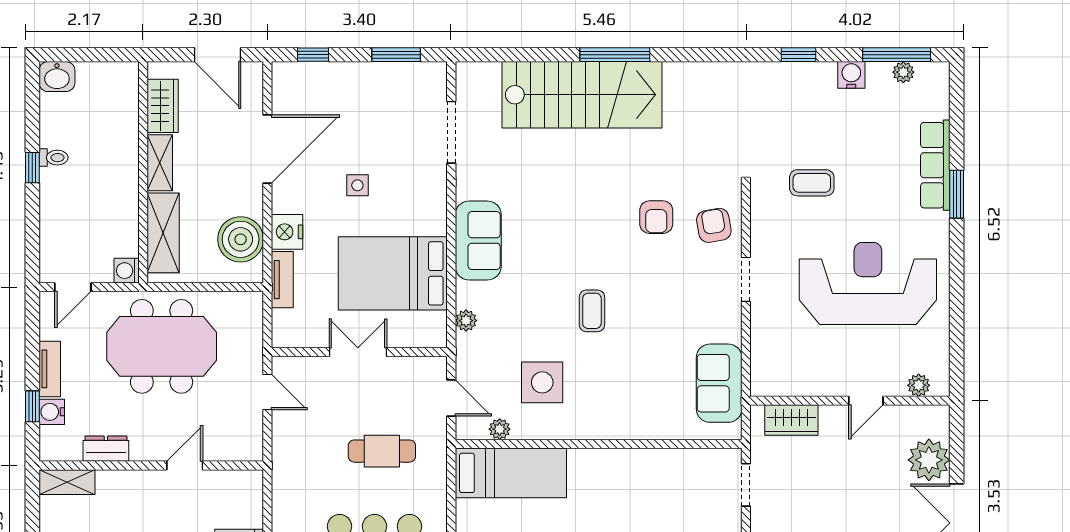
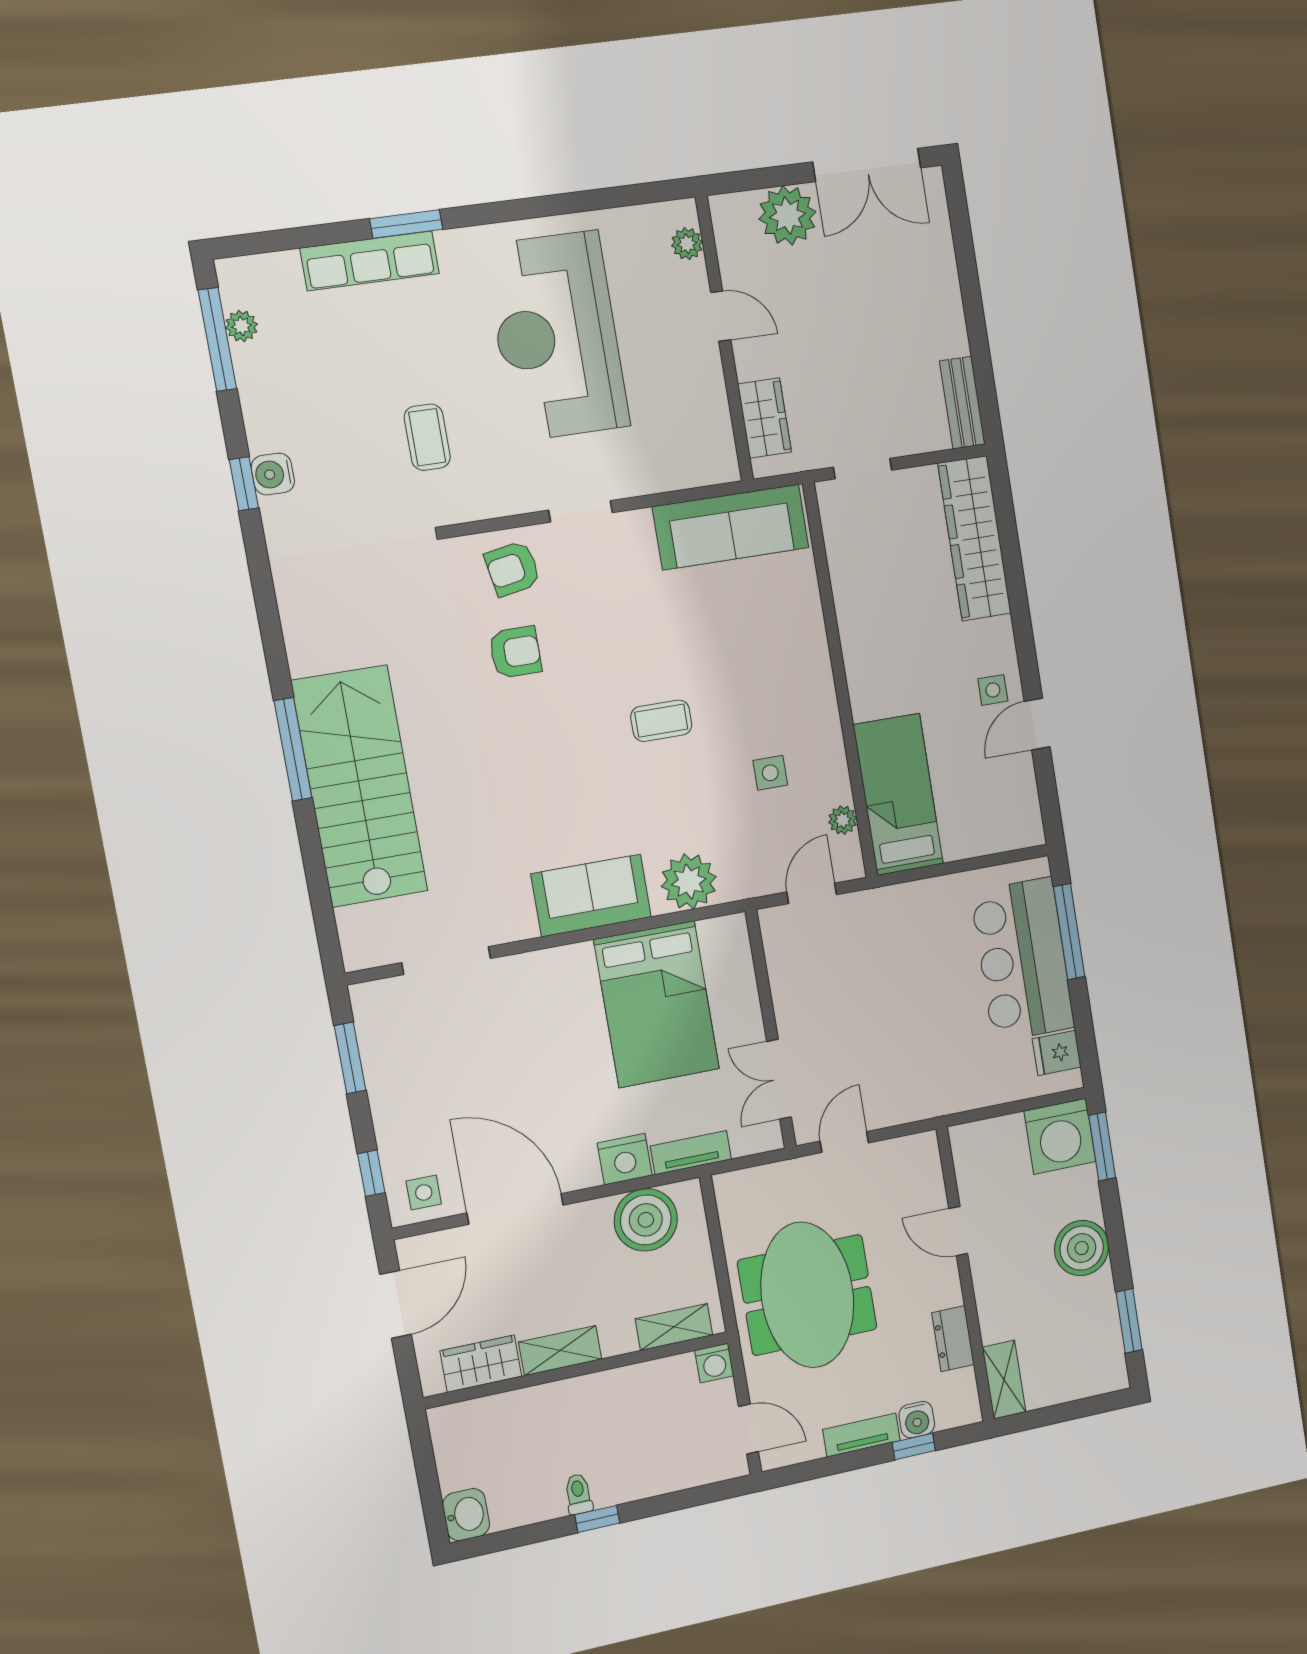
water cooler: (851, 75) -> (273, 474), moved
side table: (357, 185) -> (424, 1193), moved
shelving: (163, 233) -> (674, 1327), width x0.67, depth x0.75
plant: (466, 321) -> (689, 882), width x1.88, depth x1.88
double door: (358, 352) -> (779, 1079), moved
side table: (542, 382) -> (770, 773), width x0.54, depth x0.54
sofa: (719, 383) -> (731, 527), width x1.36
cafe table: (382, 451) -> (897, 974), removed

